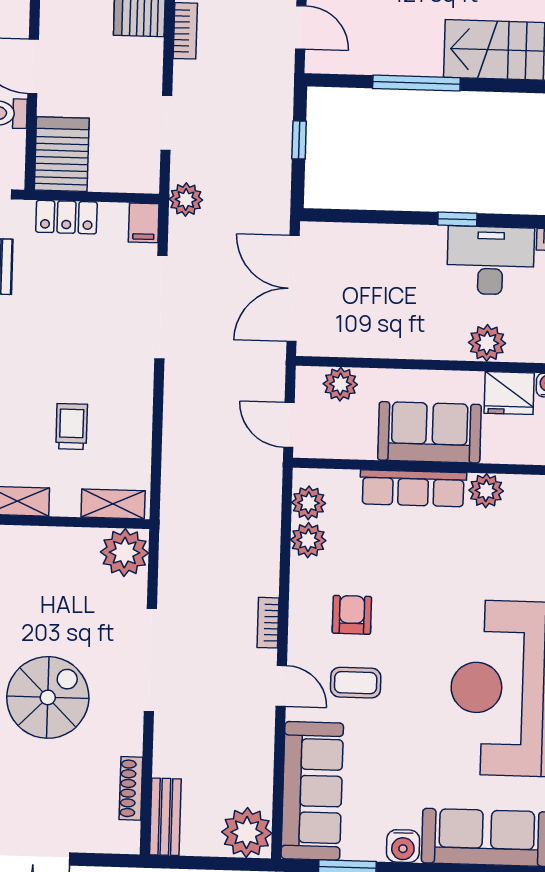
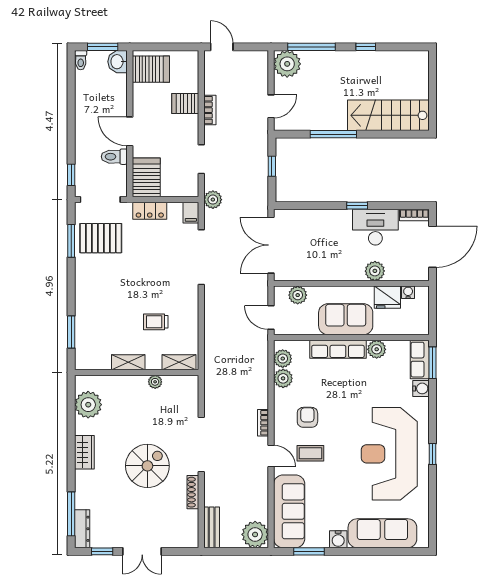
door: (301, 27) -> (271, 106), hinge flipped
trolley: (72, 427) -> (156, 322), turned -90
plant: (125, 552) -> (155, 382), moved, width x0.53, depth x0.53
shoe rack: (131, 788) -> (193, 492), moved

